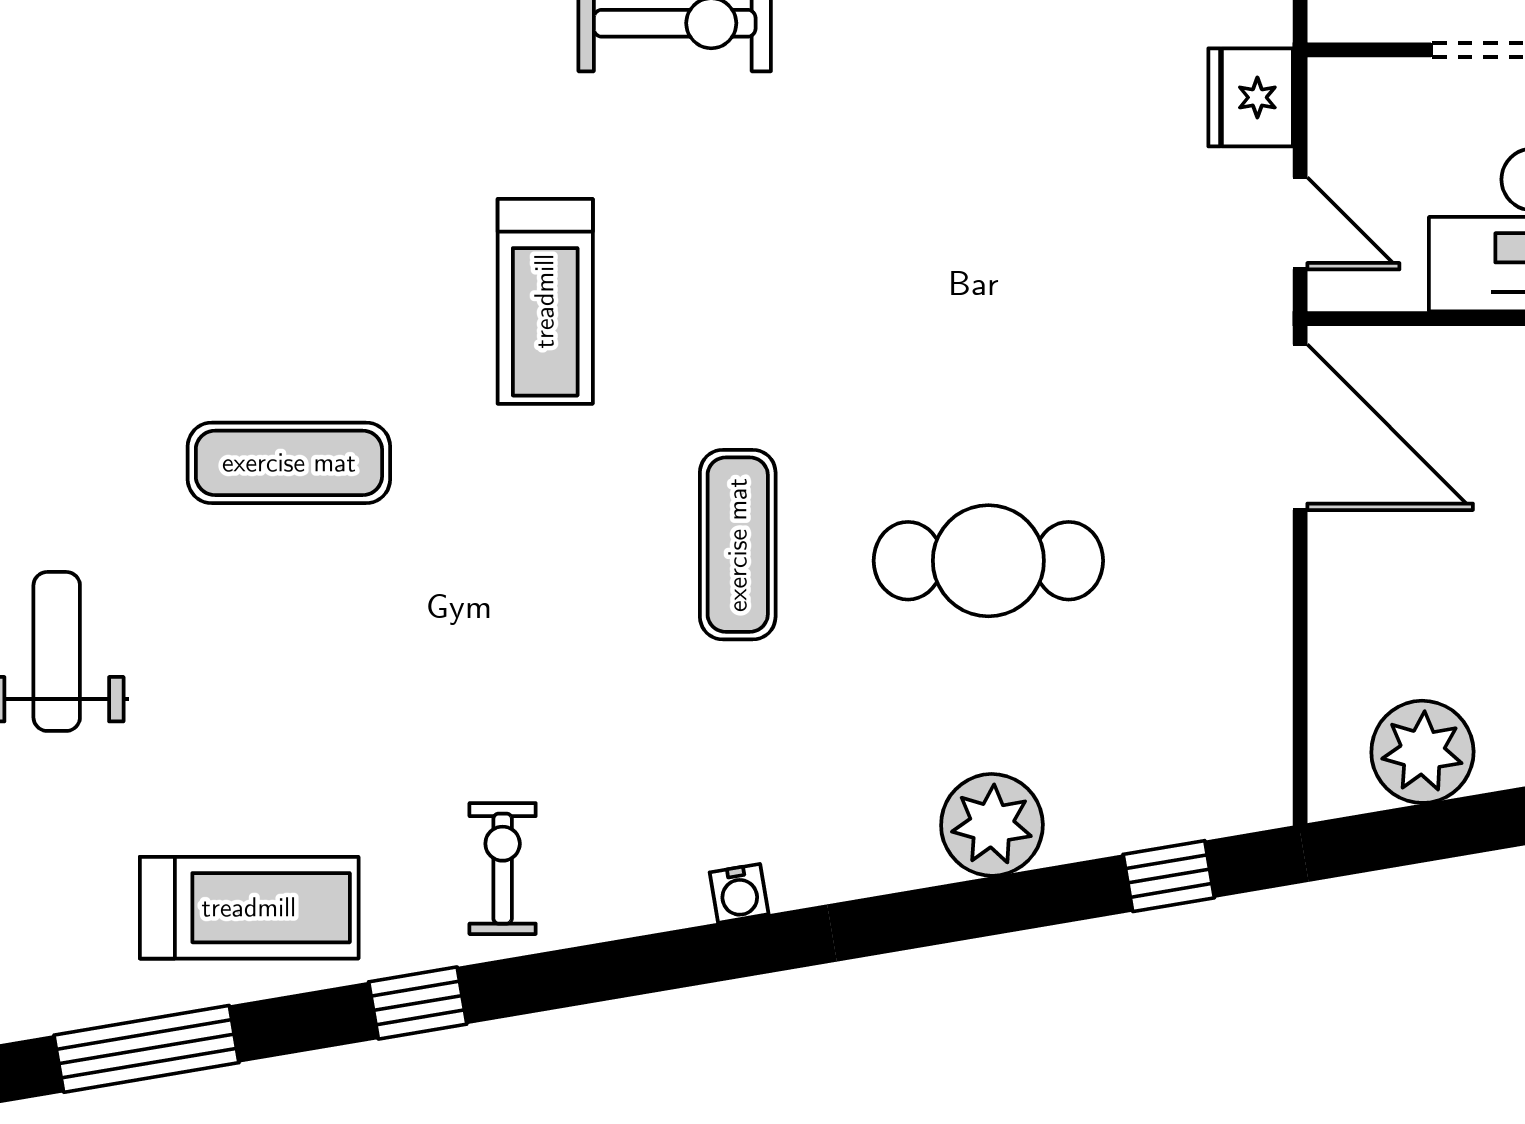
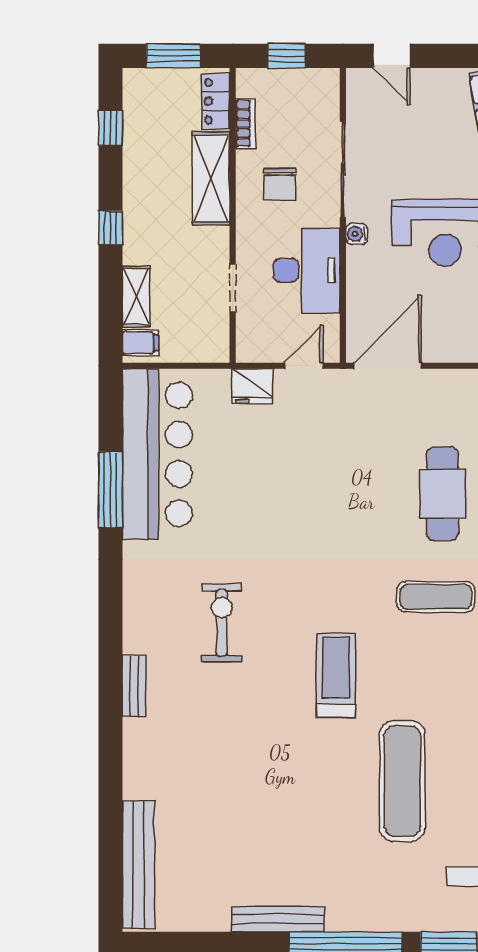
treadmill: (545, 301) -> (336, 676), turned -90
exercise mat: (289, 463) -> (402, 781), width x1.36, depth x1.45

